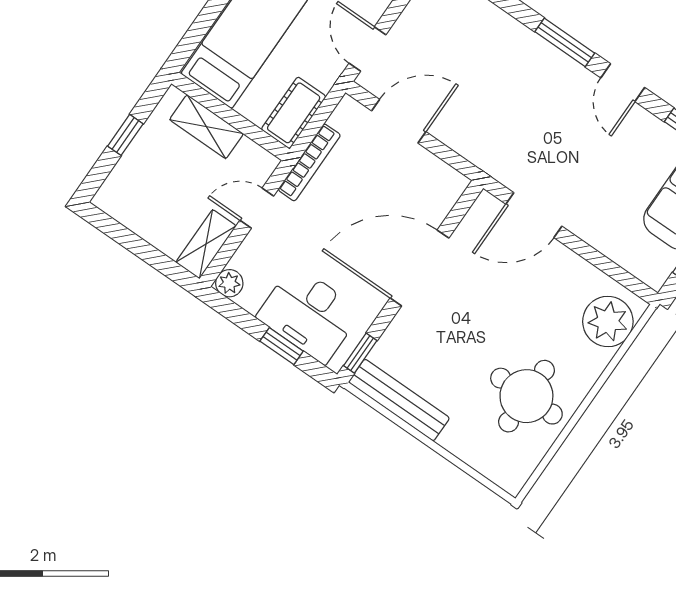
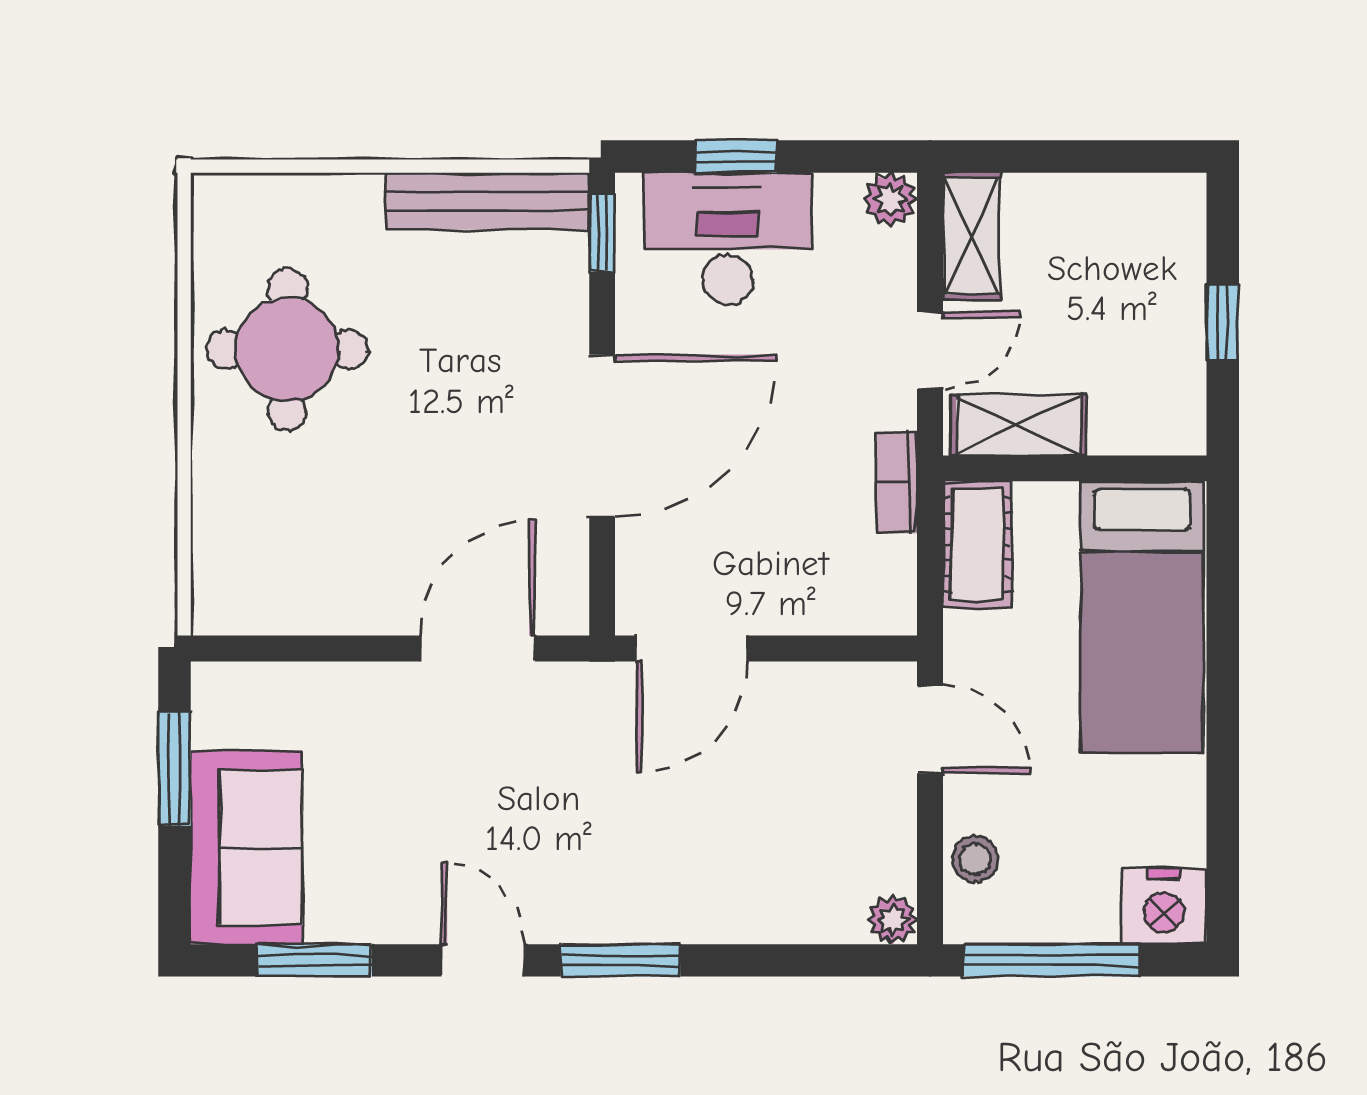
door: (399, 121) -> (692, 648), moved
shelving: (206, 127) -> (1018, 425), moved
bookcase: (309, 162) -> (897, 483), width x0.64
plant: (608, 321) -> (240, 560), removed

